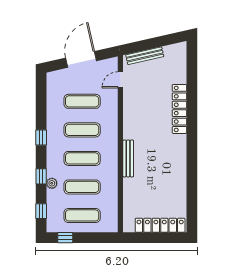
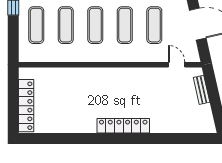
bench: (145, 56) -> (202, 90), width x0.73
locker: (179, 109) -> (123, 126), moved
bench: (128, 158) -> (95, 73), removed

